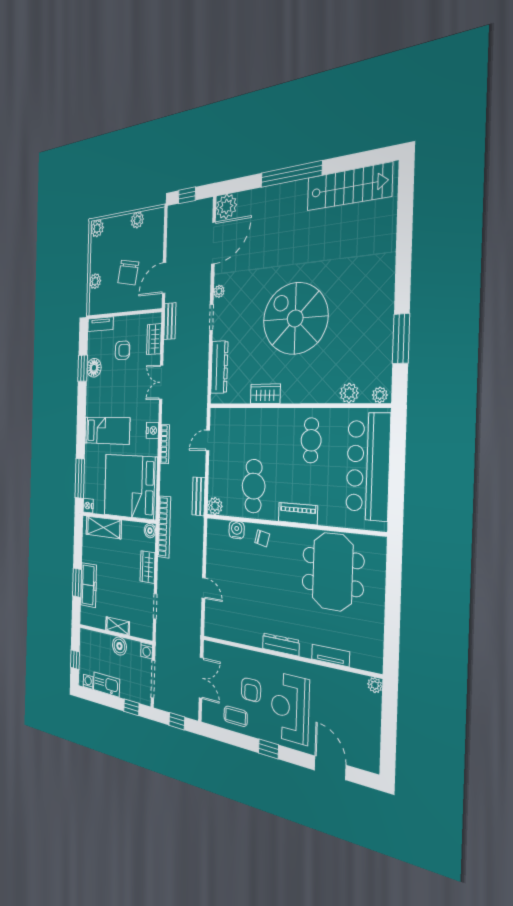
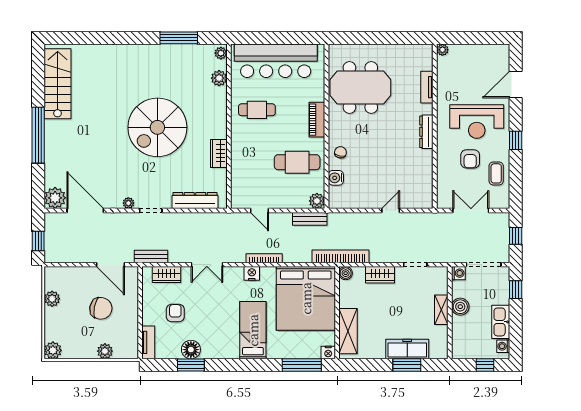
armchair: (251, 690) -> (470, 159), turned 90

